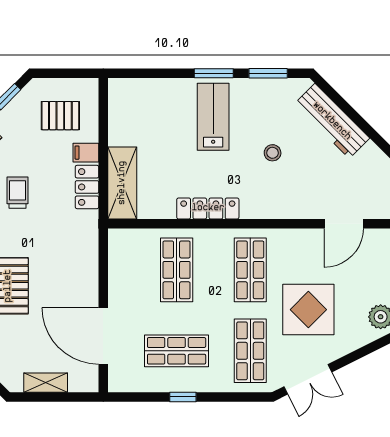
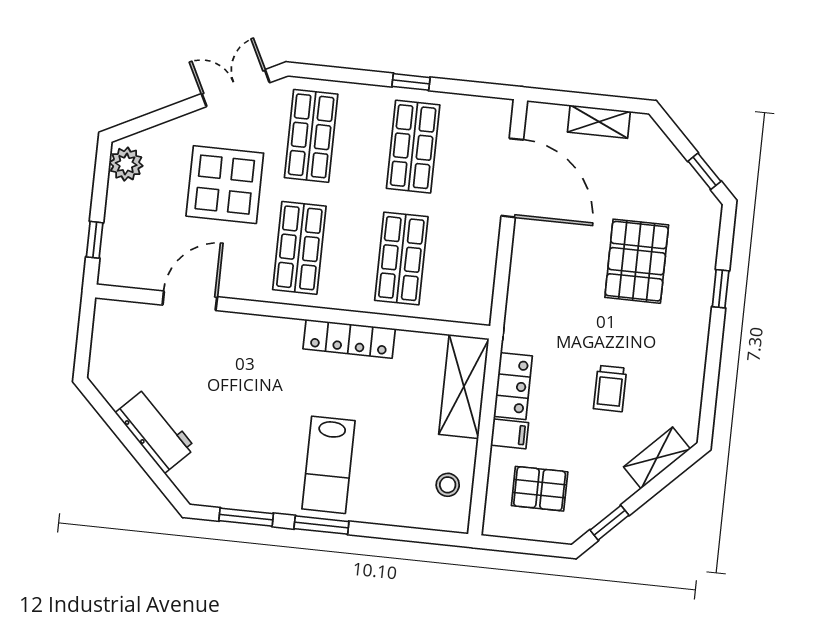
workbench: (332, 121) -> (155, 430), width x0.73
stool: (273, 153) -> (448, 485), moved
door: (344, 224) -> (190, 301), moved
shop shelf: (177, 351) -> (413, 147), turned 90

